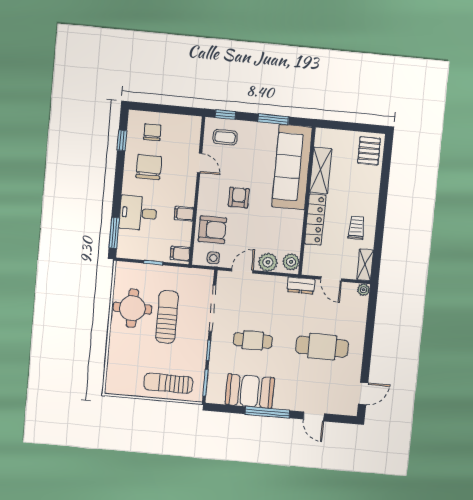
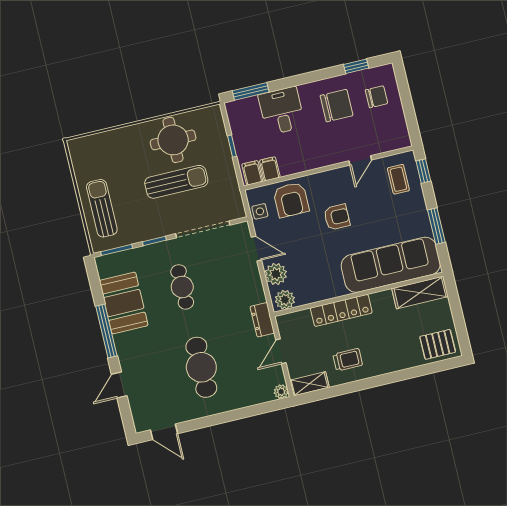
shelving: (321, 170) -> (420, 293), moved
filing cabinet: (184, 214) -> (270, 169), moved

